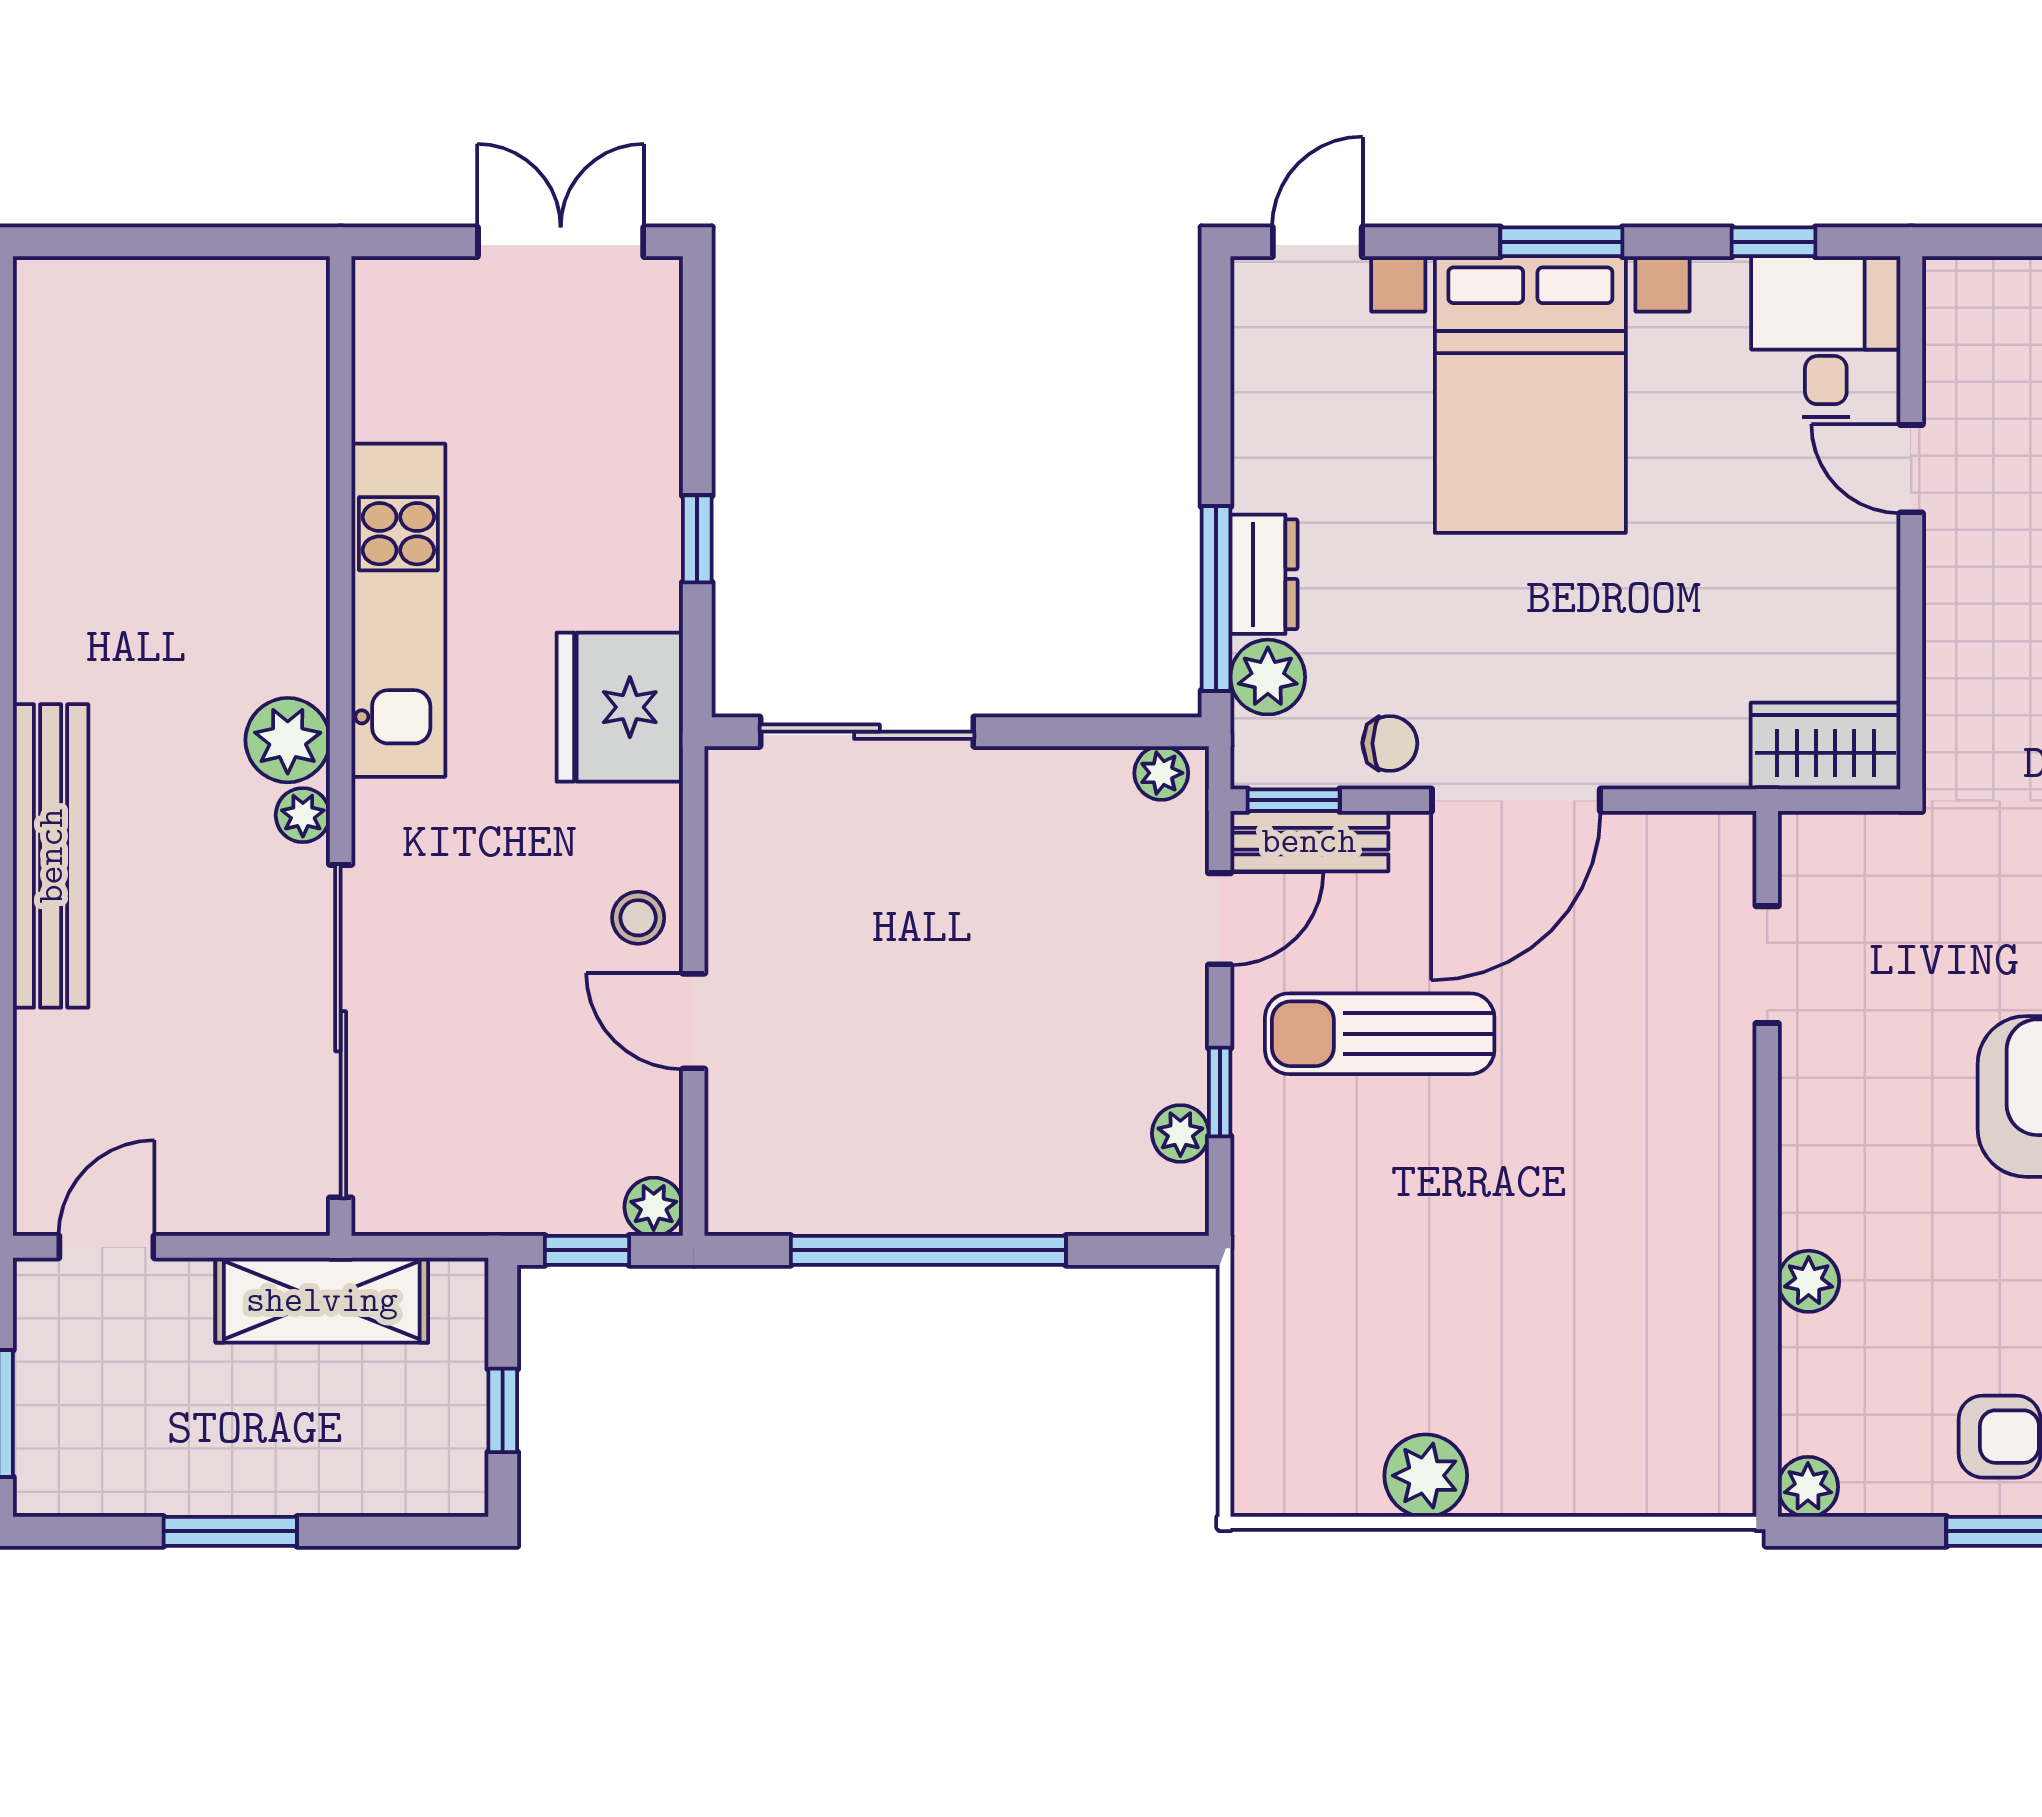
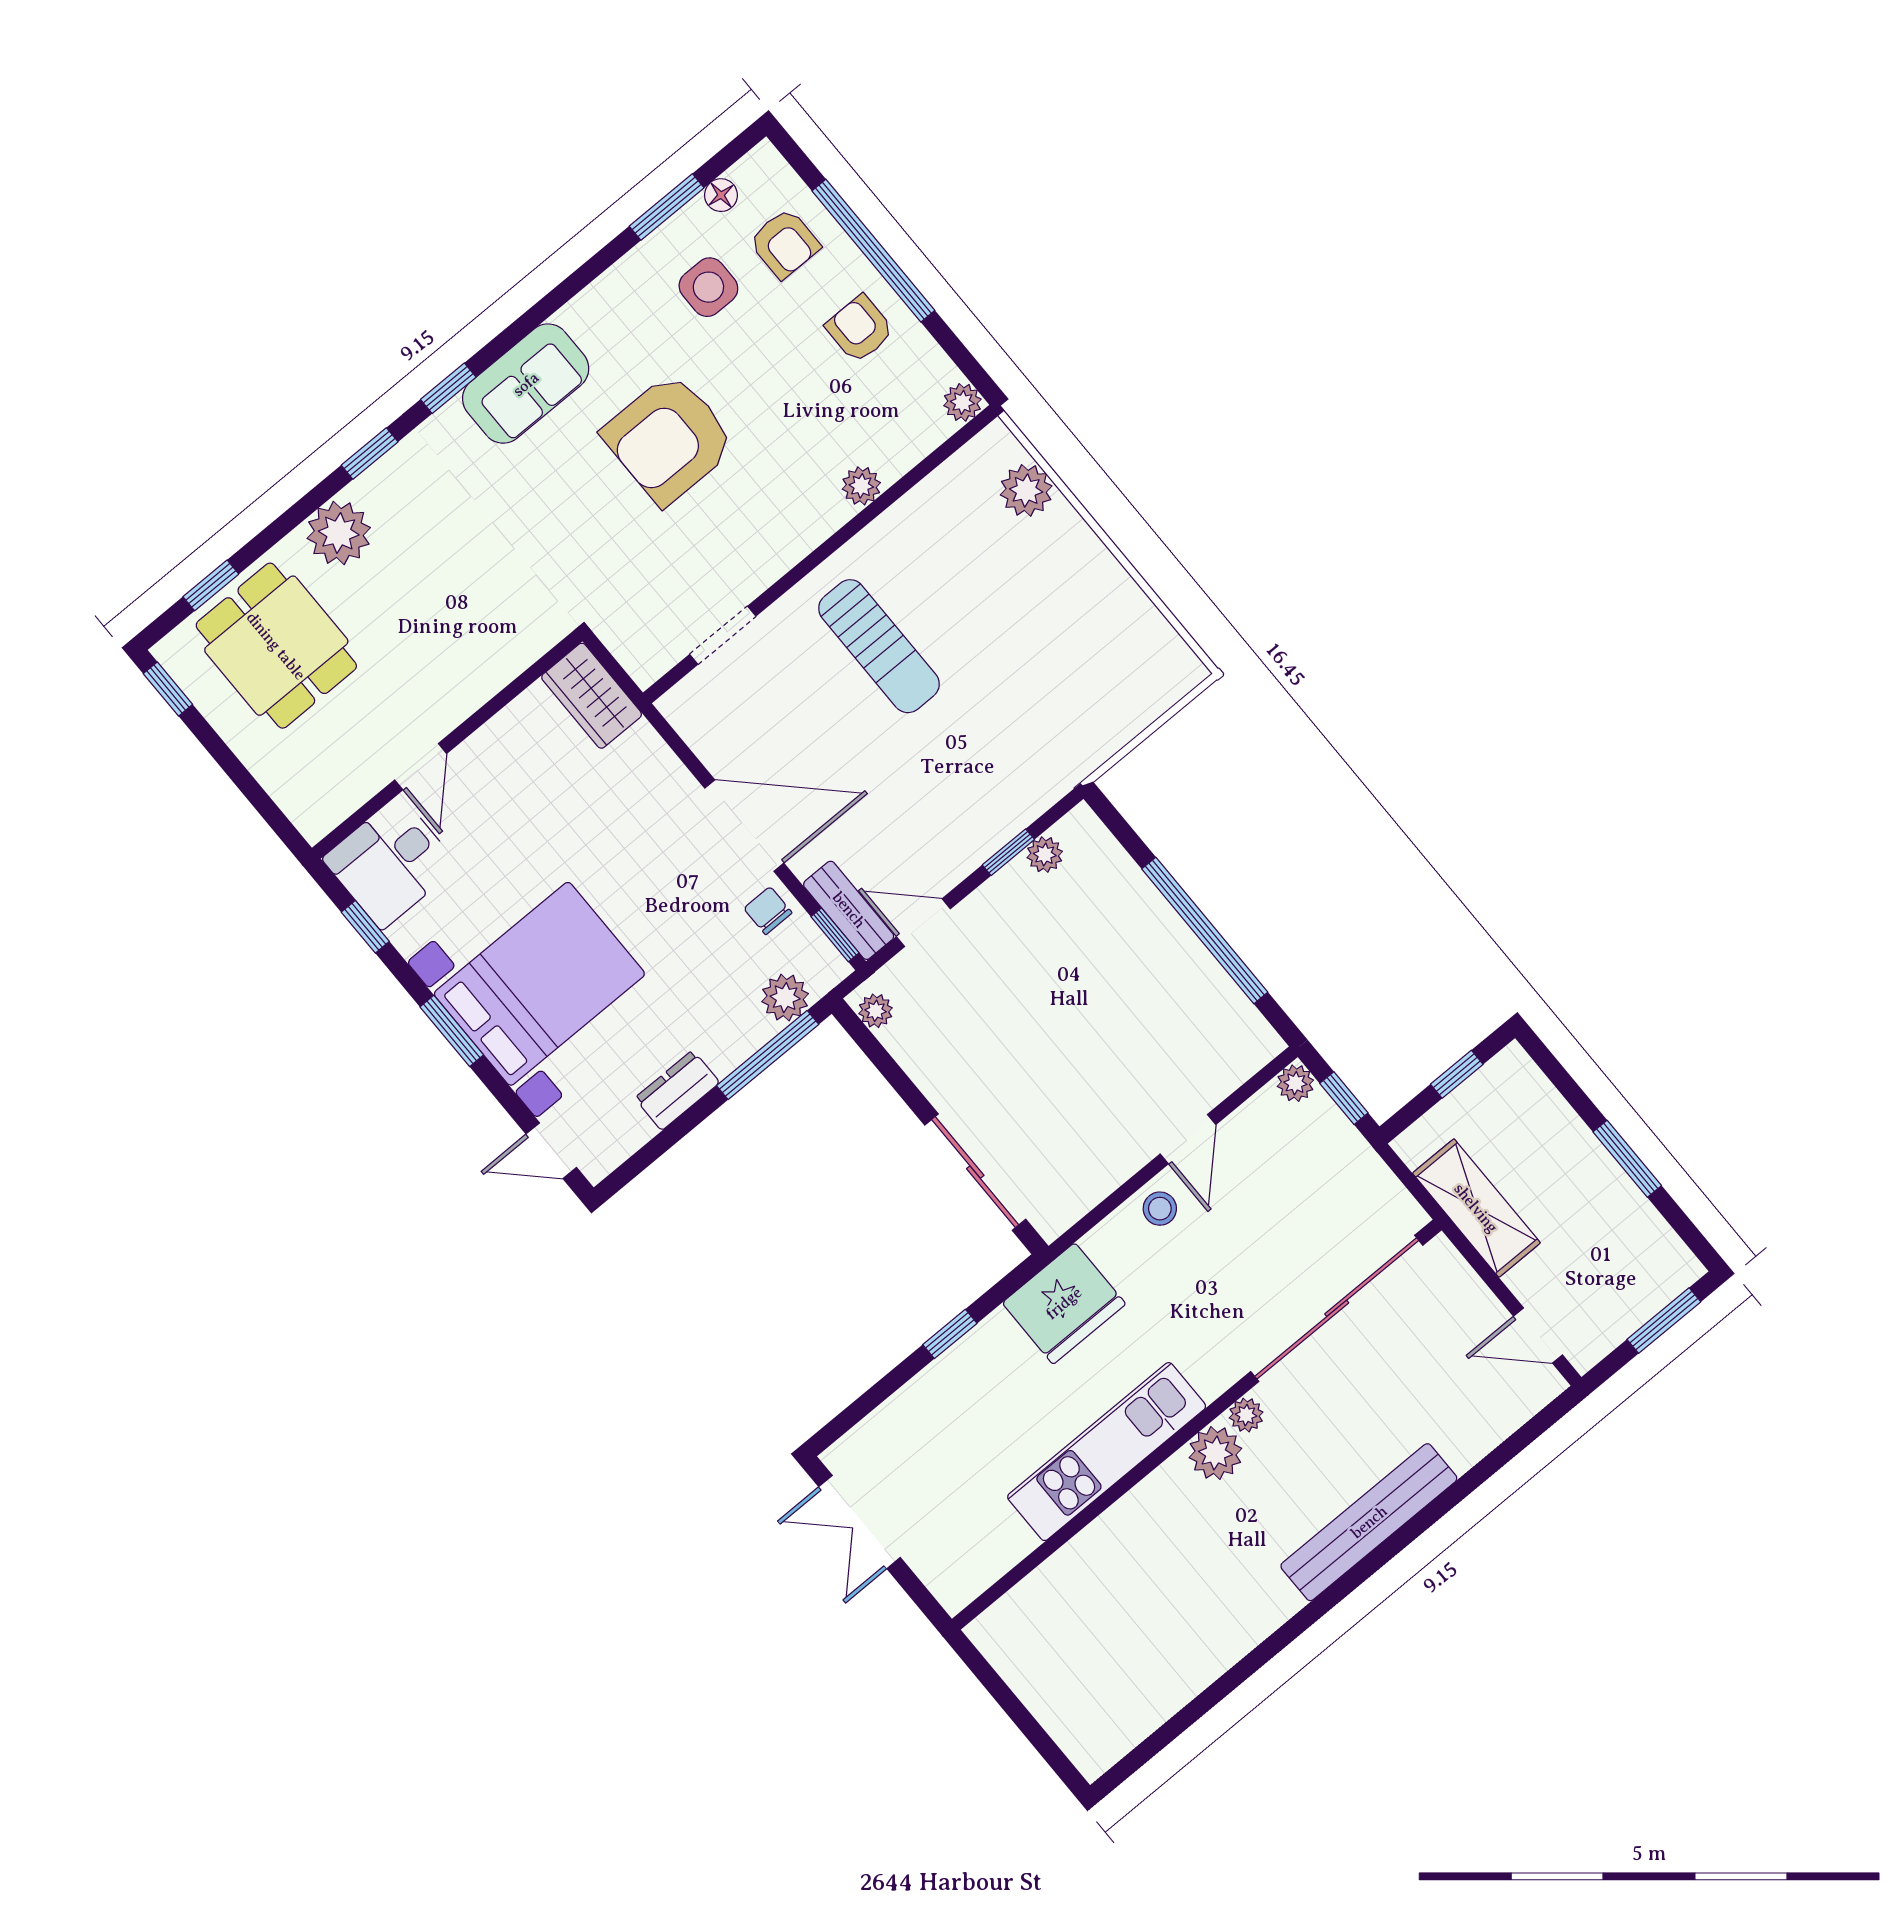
dresser: (1264, 574) -> (677, 1090), moved
sun lounger: (1380, 1034) -> (879, 646), moved
plant: (1426, 1476) -> (1026, 490), moved

